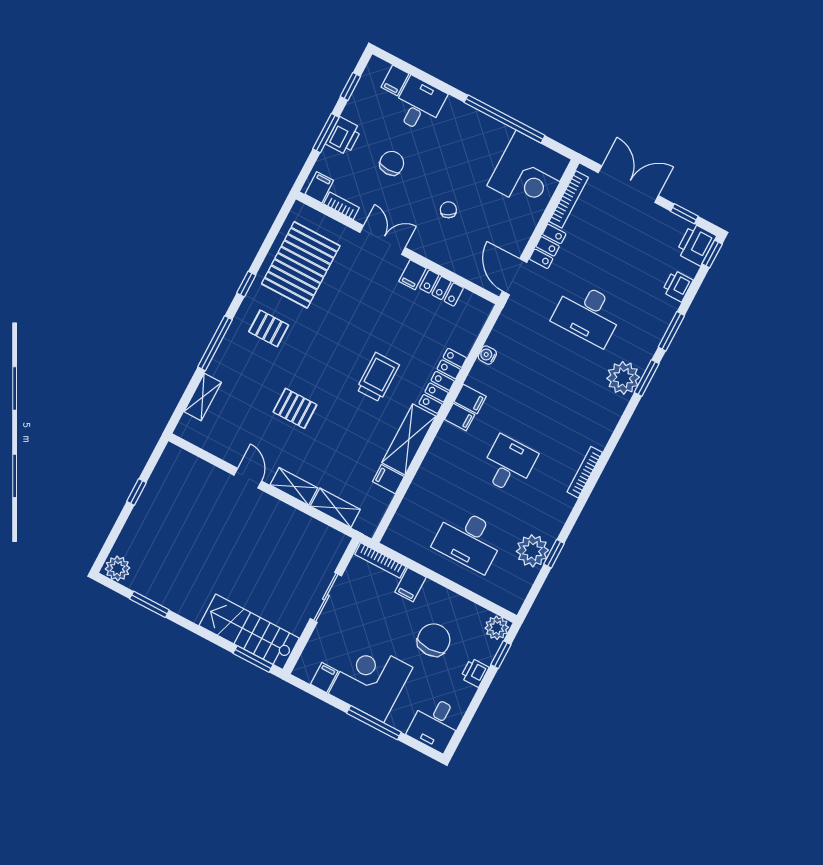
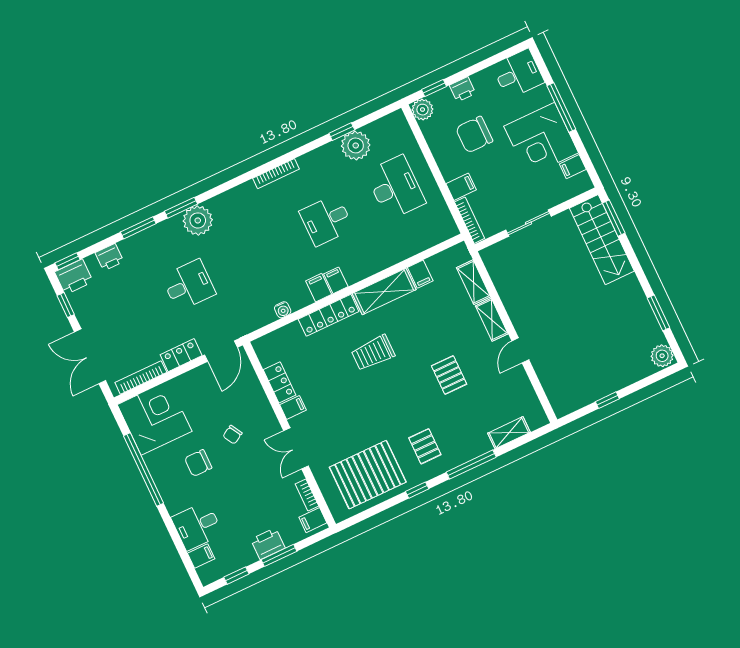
chair: (392, 163) -> (198, 463), moved
desk: (588, 314) -> (189, 285), width x0.73

